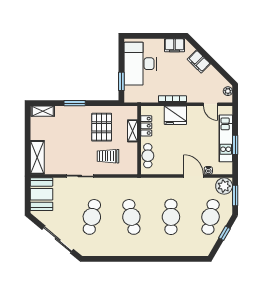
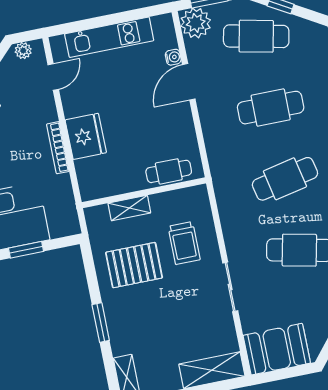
window: (121, 81) -> (26, 250), moved
locker: (146, 126) -> (115, 185), removed
window: (235, 145) -> (117, 18), removed

